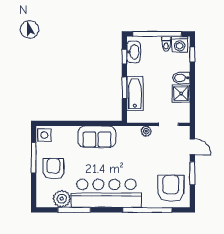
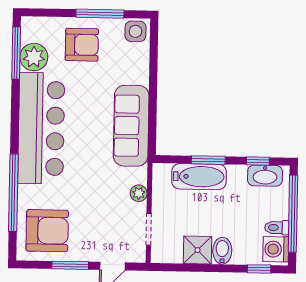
sofa: (97, 137) -> (131, 126), width x1.36
window: (74, 210) -> (16, 53), moved

